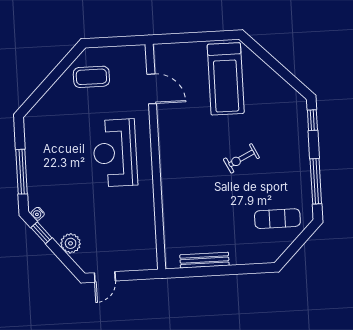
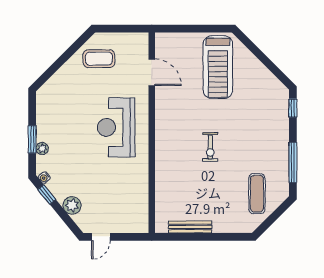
exercise bike: (241, 158) -> (210, 147), moved, turned -64
window: (22, 172) -> (32, 139), width x0.69
plant: (33, 181) -> (42, 149), added
exercise mat: (277, 219) -> (257, 194), turned 90

